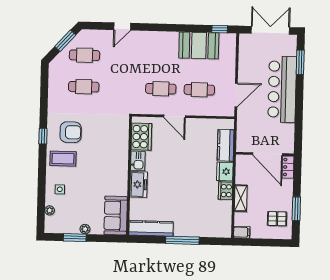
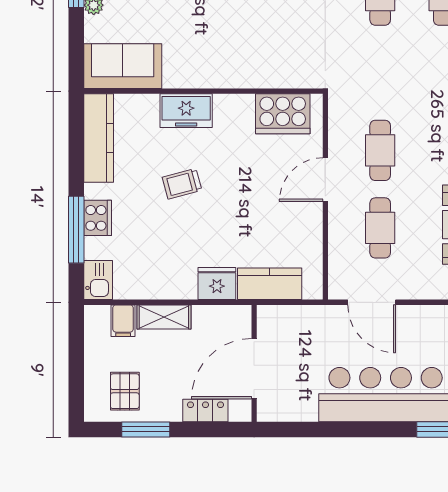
kitchen sink: (138, 161) -> (98, 280), moved, turned -90
locker: (288, 167) -> (205, 410), moved
trolley: (175, 188) -> (182, 184), added
cooker: (225, 191) -> (98, 218), moved, turned 90
filing cabinet: (242, 232) -> (123, 321), moved
window: (182, 240) -> (76, 230), moved

